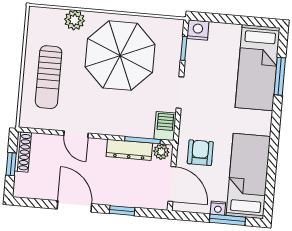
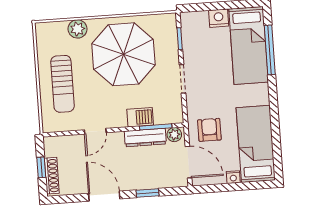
nightstand: (198, 30) -> (219, 18), moved
window: (280, 76) -> (270, 50), width x1.44
barbecue: (165, 126) -> (140, 117), moved, turned 90
door: (76, 134) -> (95, 131), hinge flipped
shoe rack: (23, 152) -> (52, 176), moved
window: (227, 220) -> (243, 186), removed

